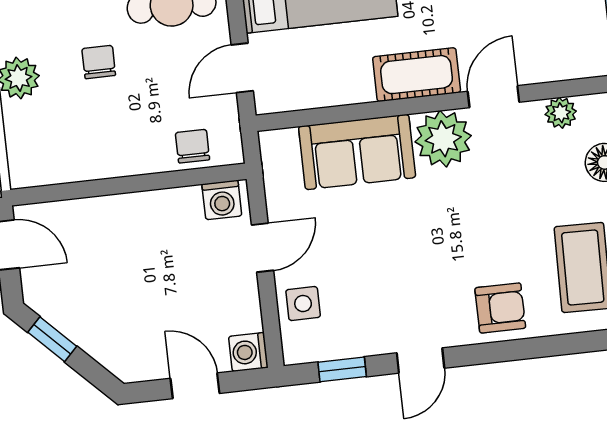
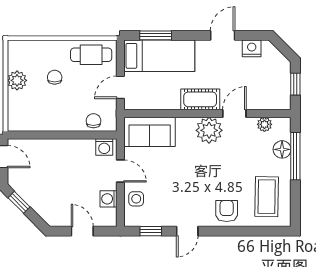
sofa: (357, 152) -> (150, 132), moved
door: (262, 248) -> (120, 171), hinge flipped
armchair: (500, 308) -> (227, 211), turned -90
washing machine: (248, 352) -> (109, 199), moved

